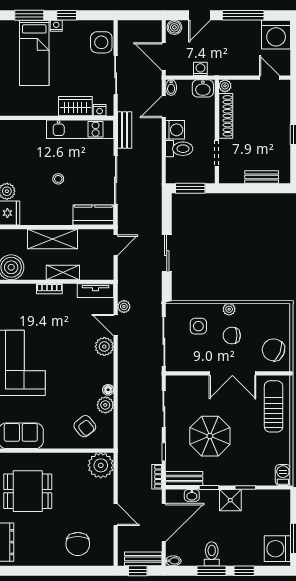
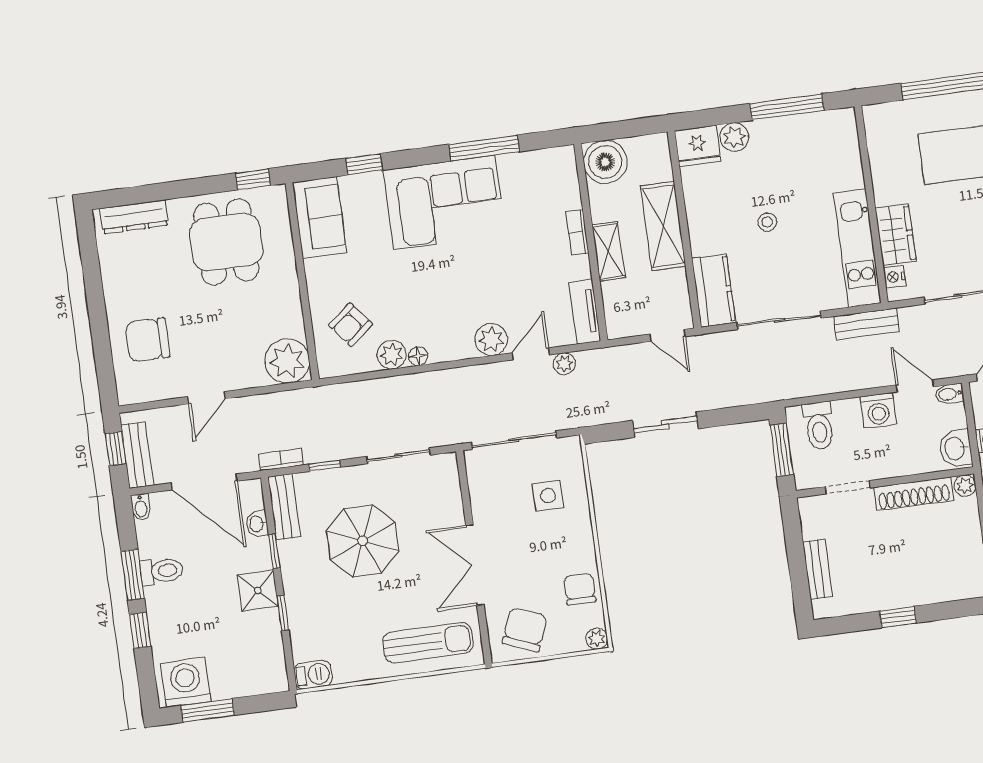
toilet: (179, 149) -> (819, 426), moved
plant: (229, 309) -> (597, 639), moved
chair: (232, 336) -> (580, 589), moved

